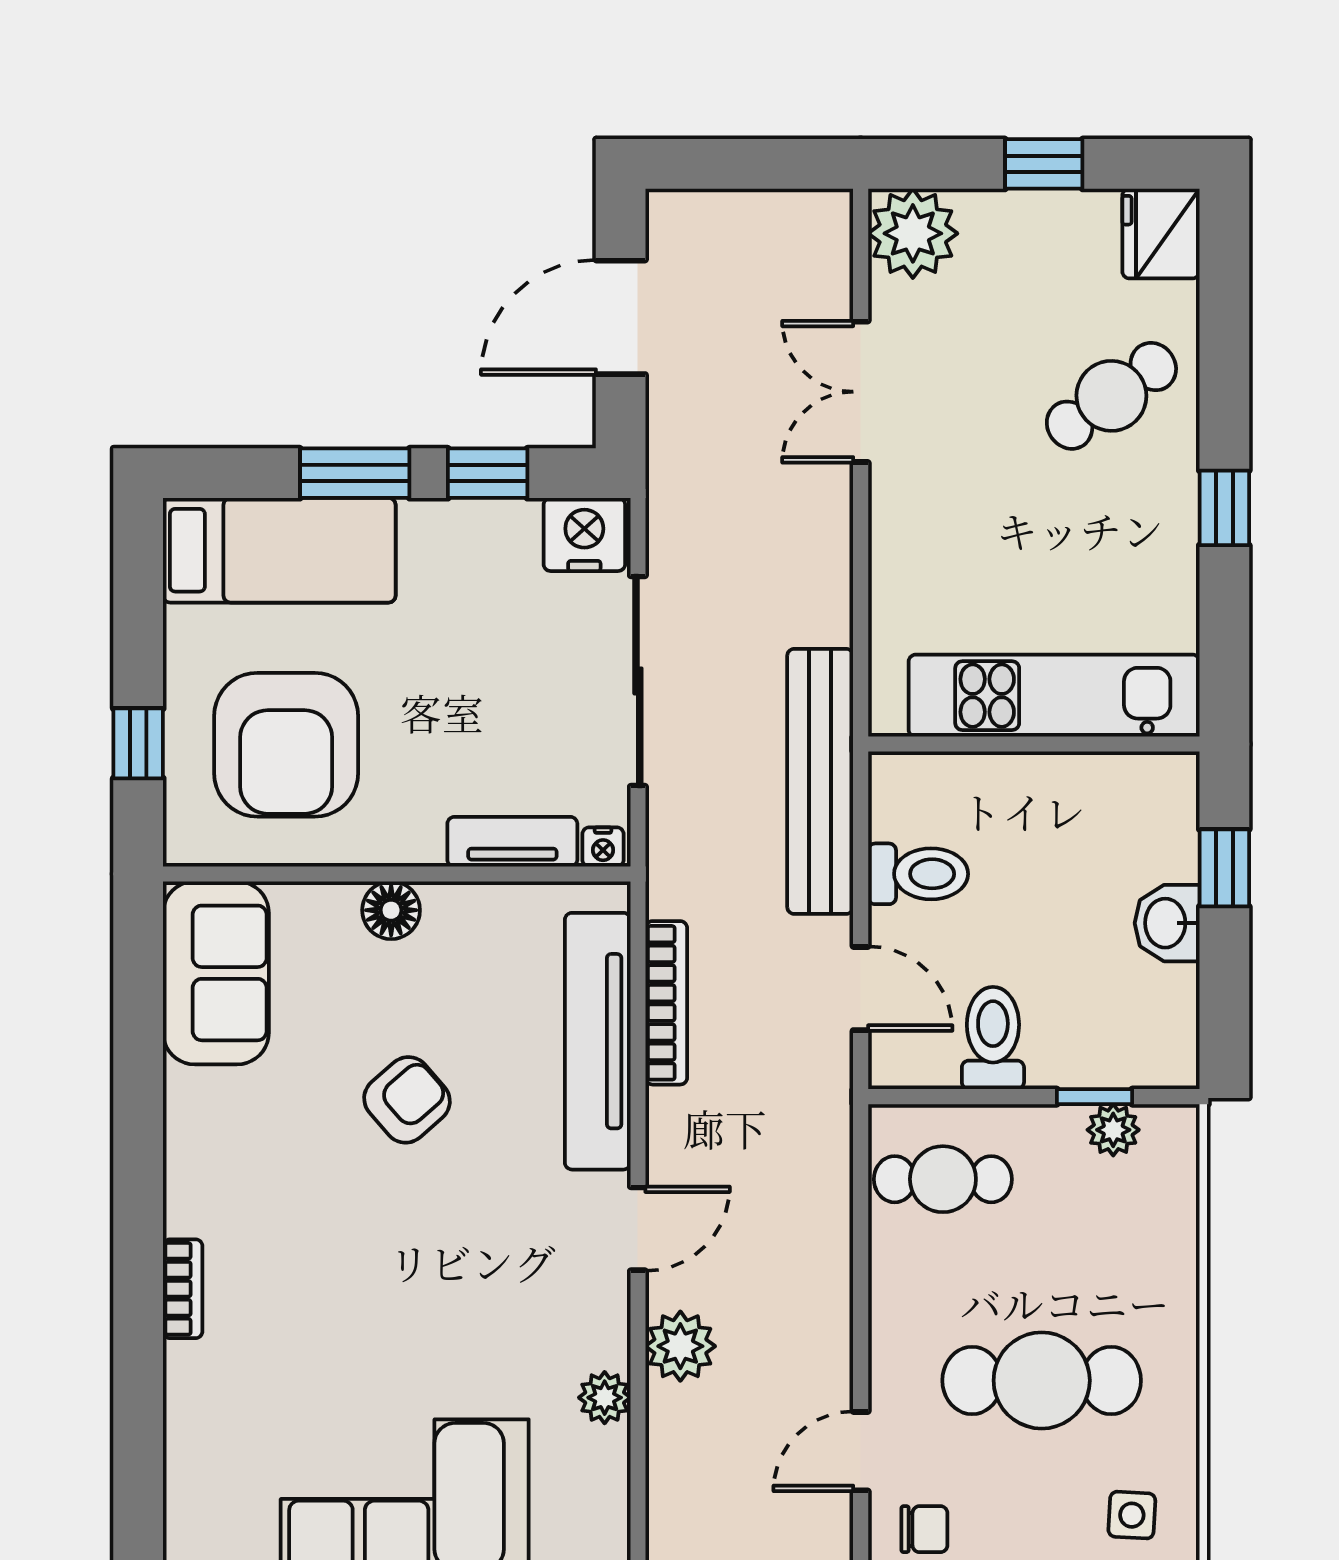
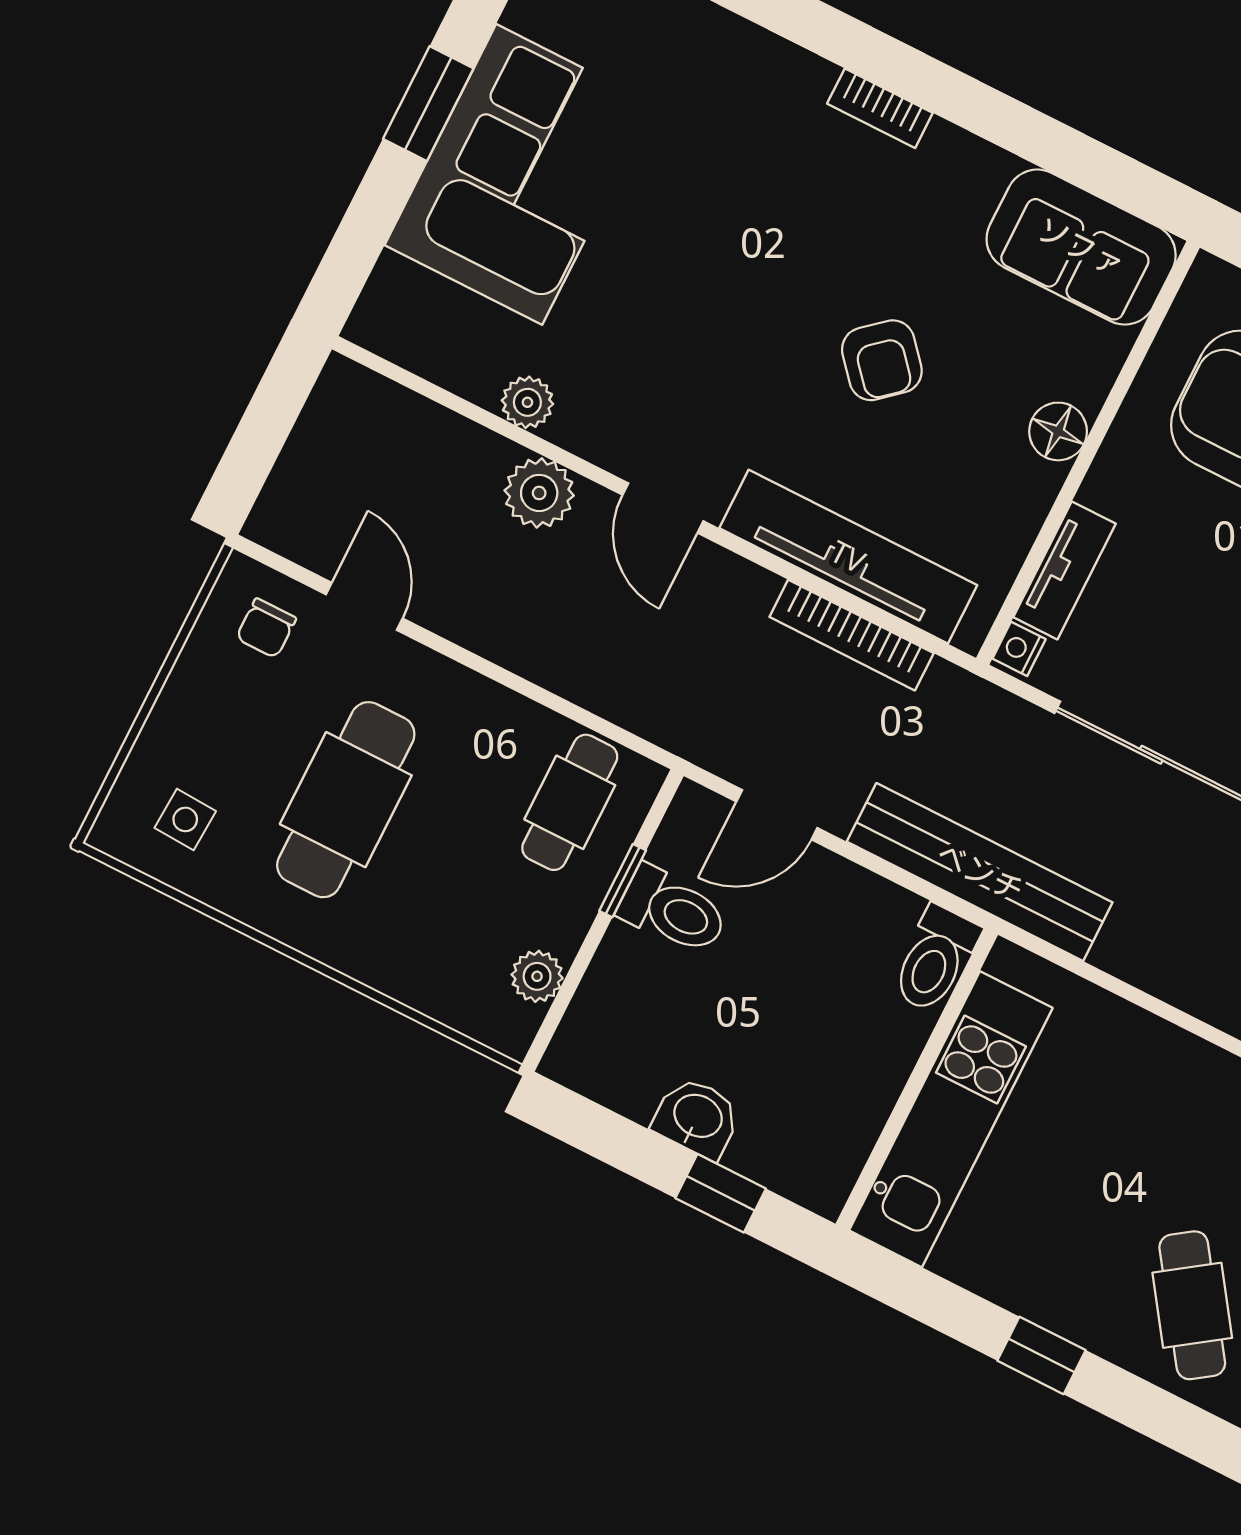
toilet: (918, 874) -> (935, 959), moved
window: (1094, 1097) -> (623, 881), moved
bookcase: (183, 1289) -> (880, 108), moved

